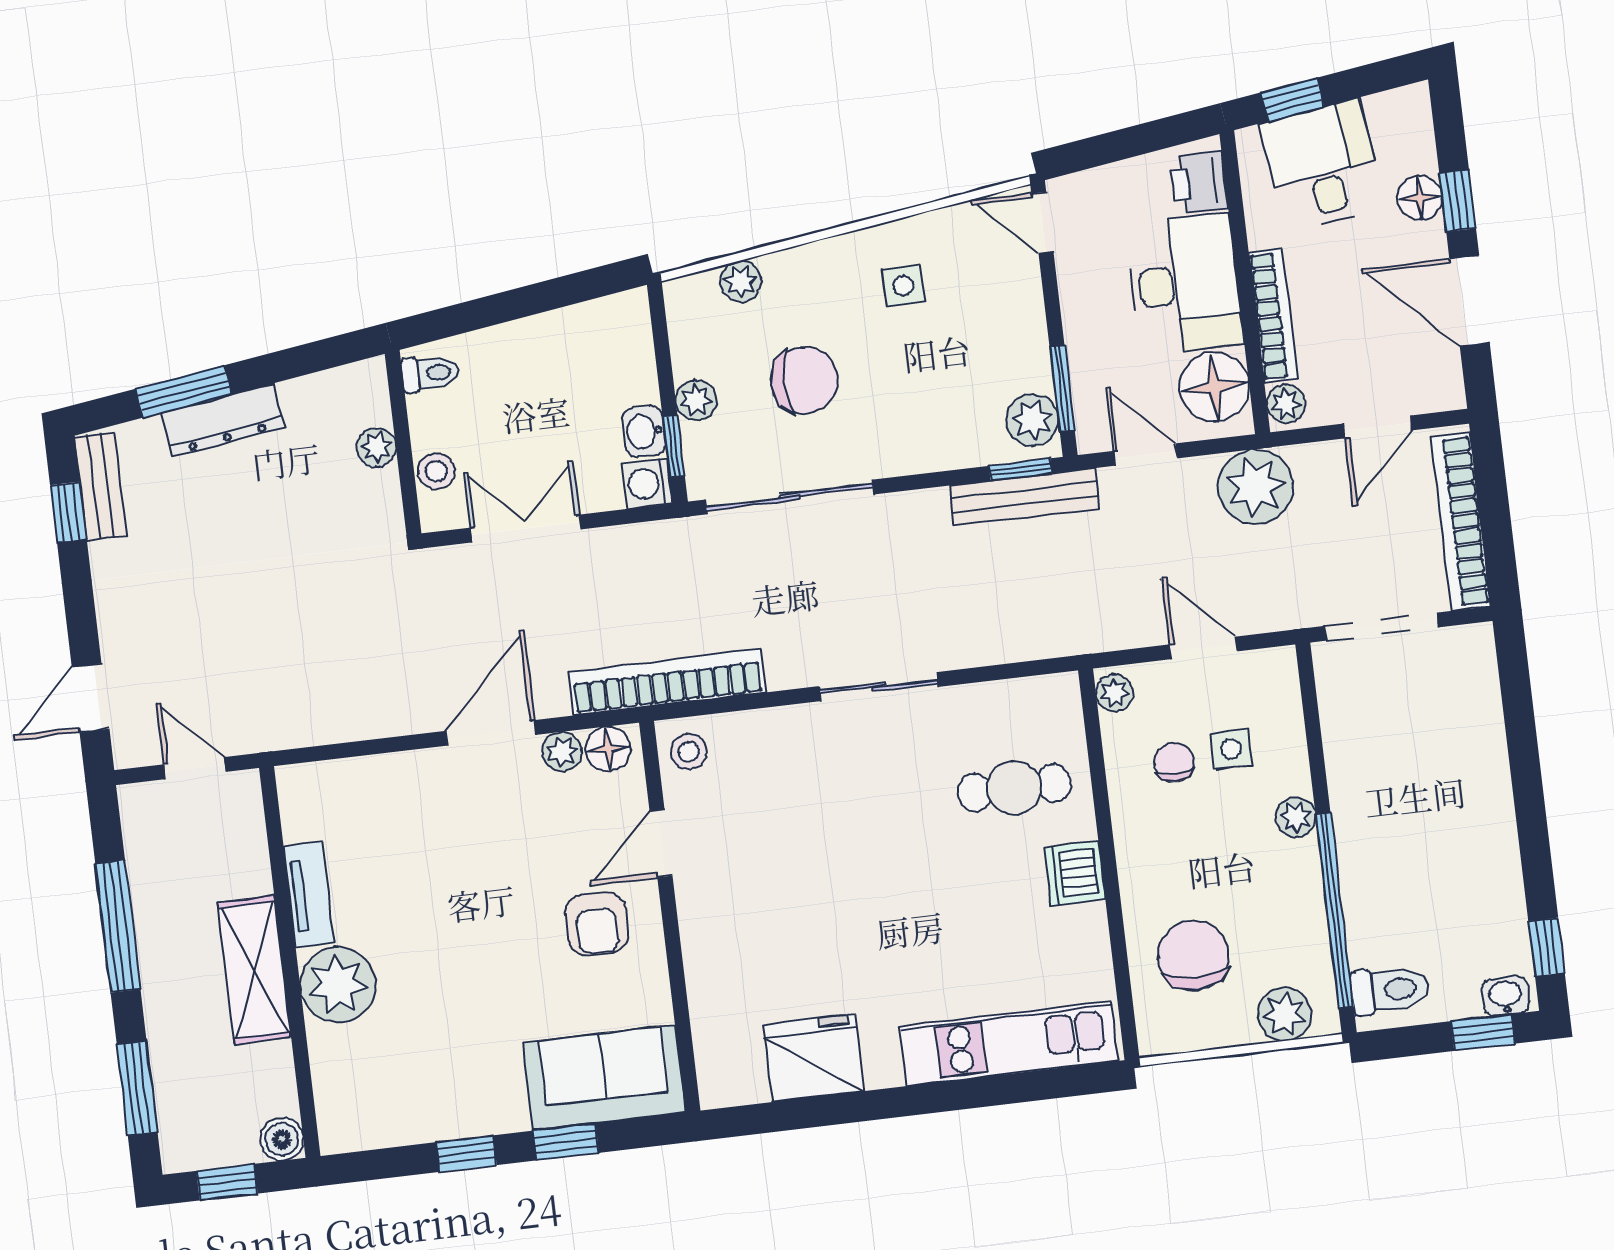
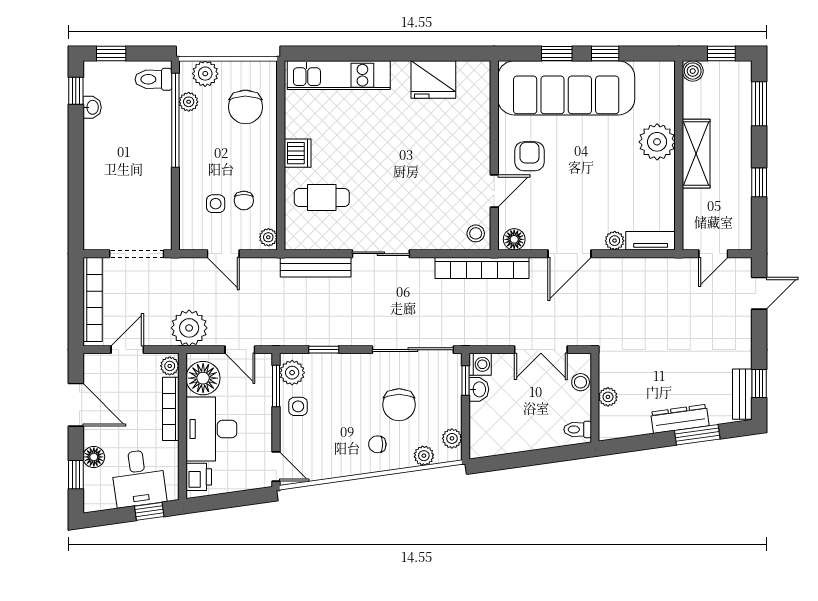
window: (1458, 201) -> (76, 475), moved
side table: (903, 286) -> (298, 406), moved
chair: (839, 293) -> (377, 444), added
chair: (804, 380) -> (399, 405), turned -90
plant: (696, 400) -> (452, 438), moved
window: (1020, 470) -> (324, 350), moved
bench: (1025, 497) -> (316, 267), moved
plant: (562, 752) -> (615, 241), moved
door: (195, 768) -> (713, 254), hinge flipped
plant: (1296, 817) -> (189, 102), moved
tv unit: (309, 895) -> (651, 241), moved, turned 90
window: (118, 926) -> (759, 182), width x0.46
washbasin: (1505, 996) -> (92, 107), moved, turned -90
sofa: (604, 1078) -> (566, 88), width x1.85, depth x1.27

